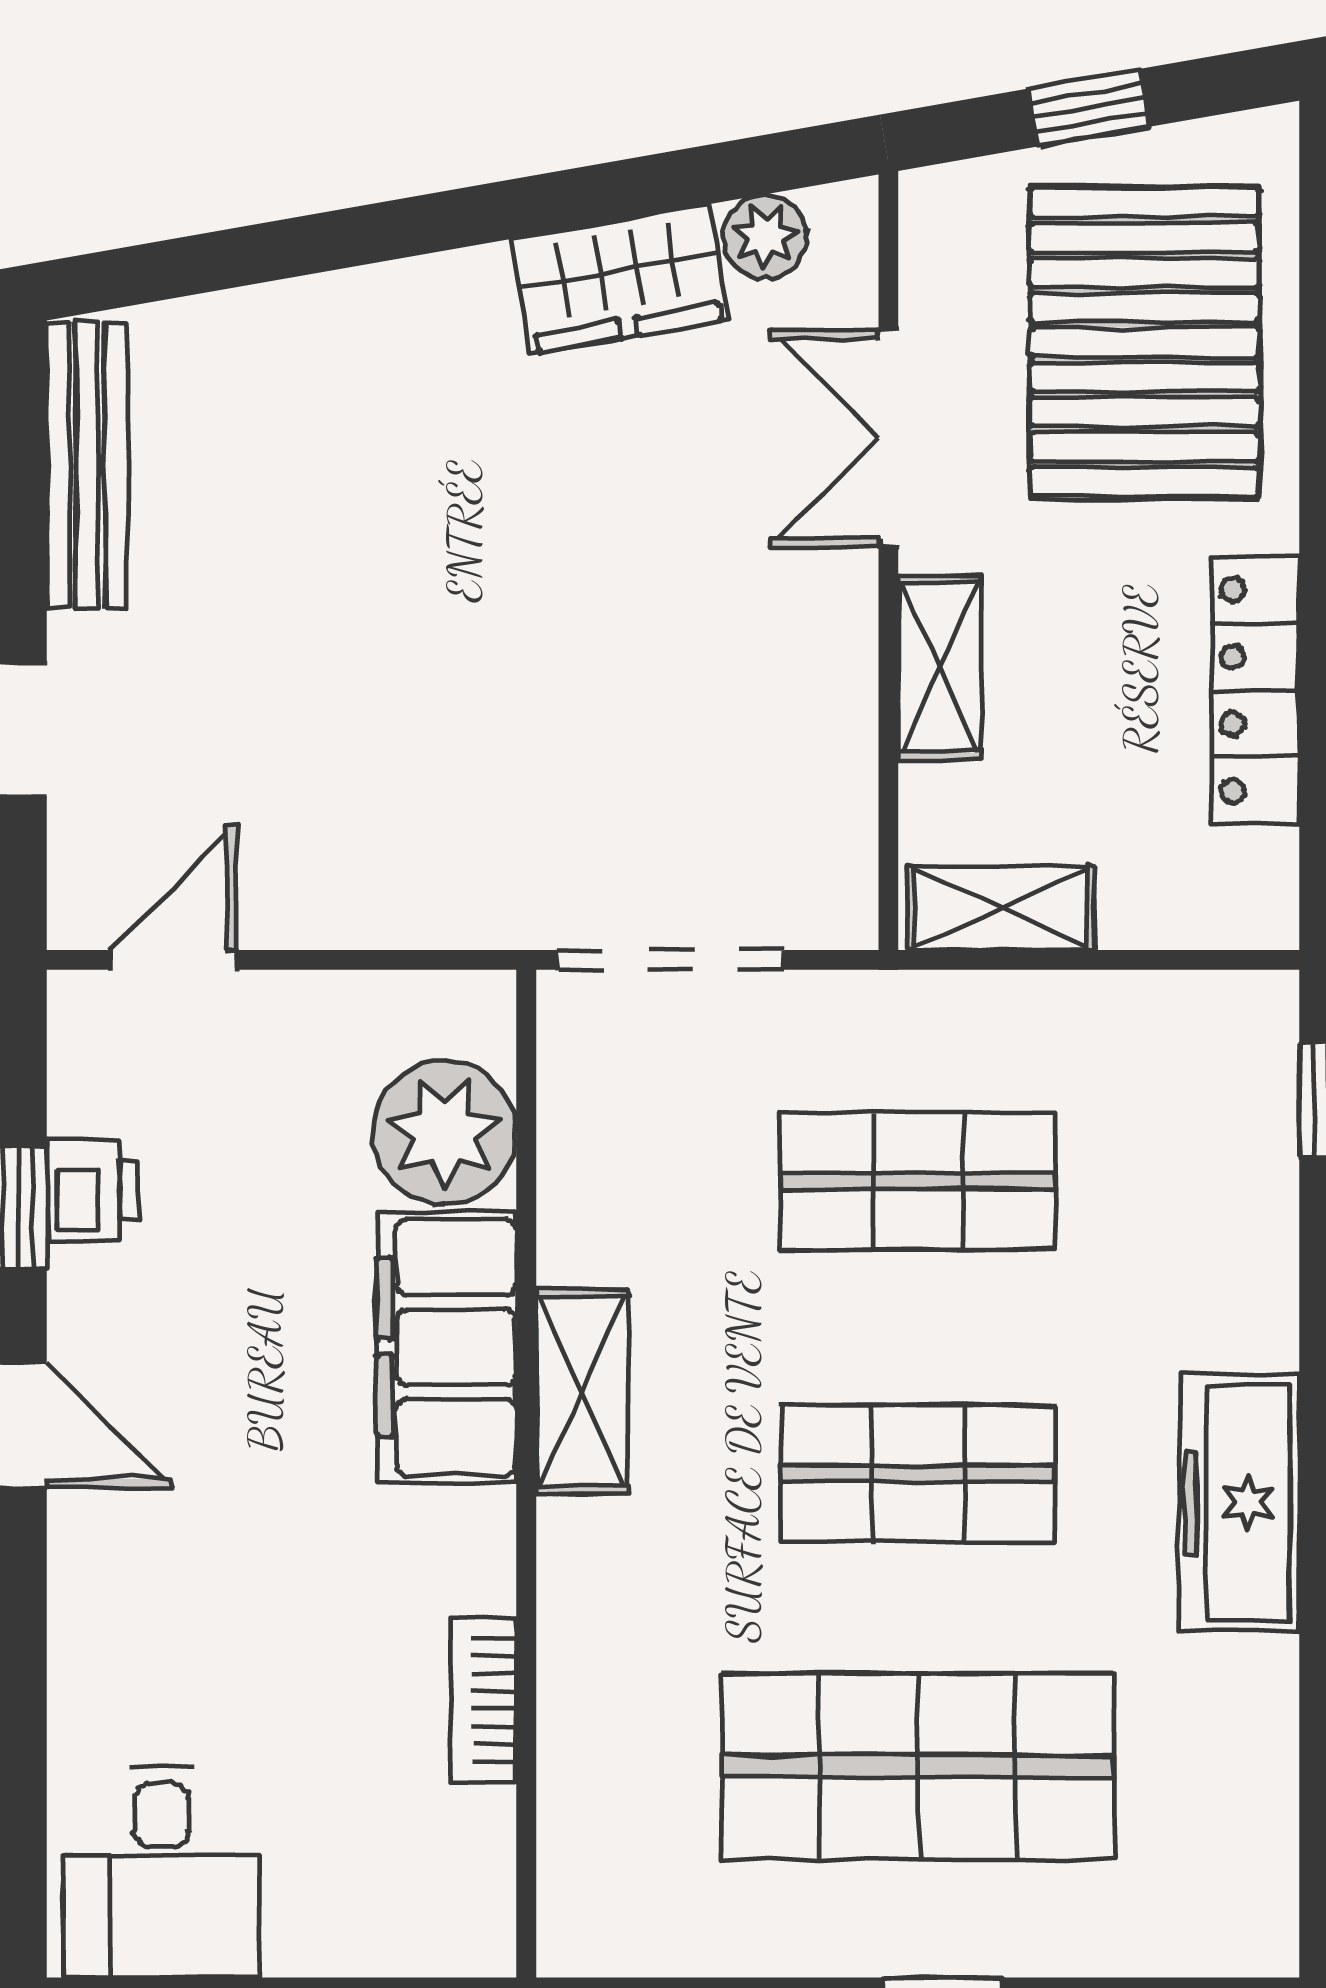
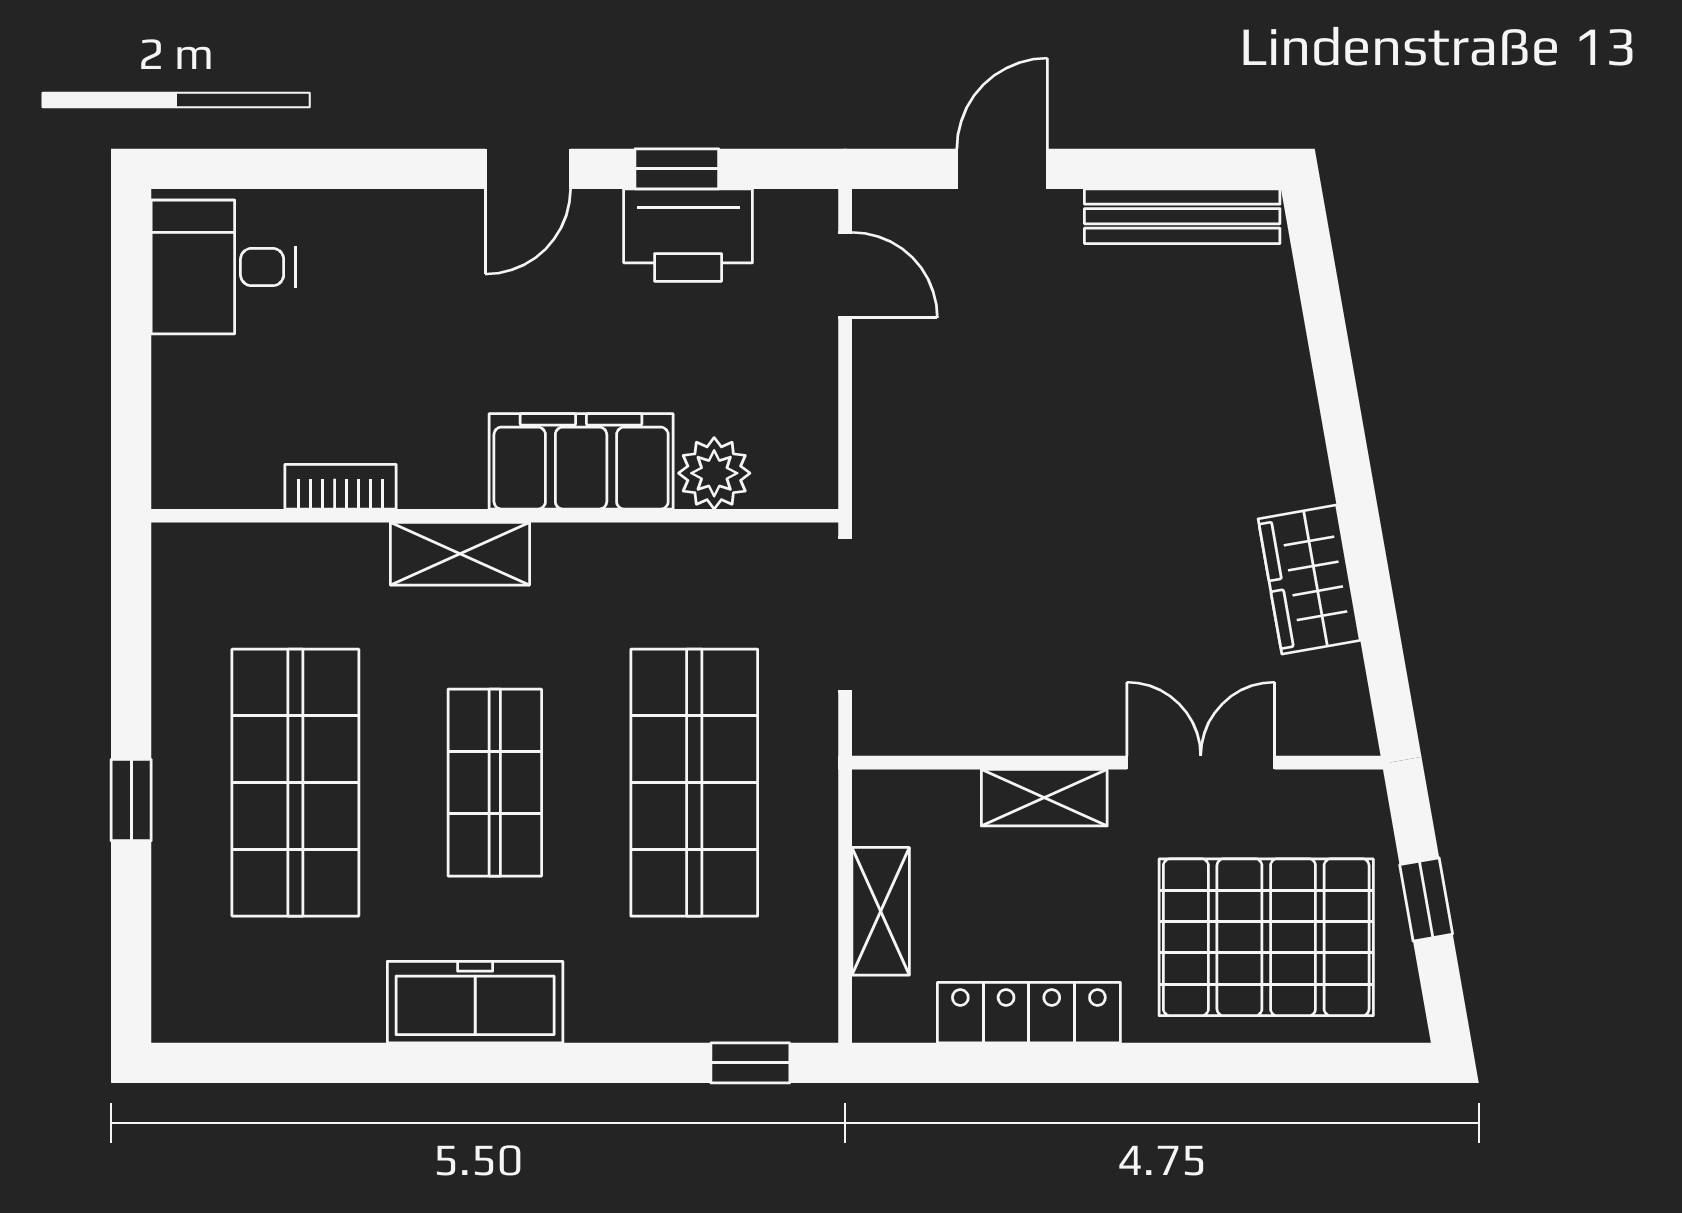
plant: (765, 237) -> (1338, 679), removed
shelving: (1001, 908) -> (881, 911), moved
plant: (445, 1133) -> (714, 473), width x0.73, depth x0.73
shop shelf: (918, 1181) -> (694, 783), width x1.43, depth x1.36
printer: (93, 1190) -> (688, 235), width x1.87, depth x1.48
shelving: (582, 1392) -> (460, 554), moved

